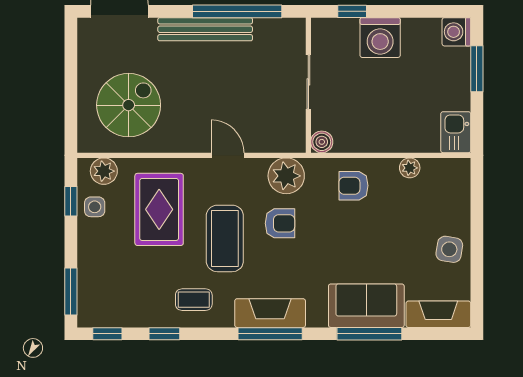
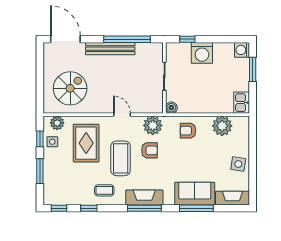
plant: (410, 168) -> (222, 126), width x1.87, depth x1.87
window: (71, 291) -> (40, 171), moved

